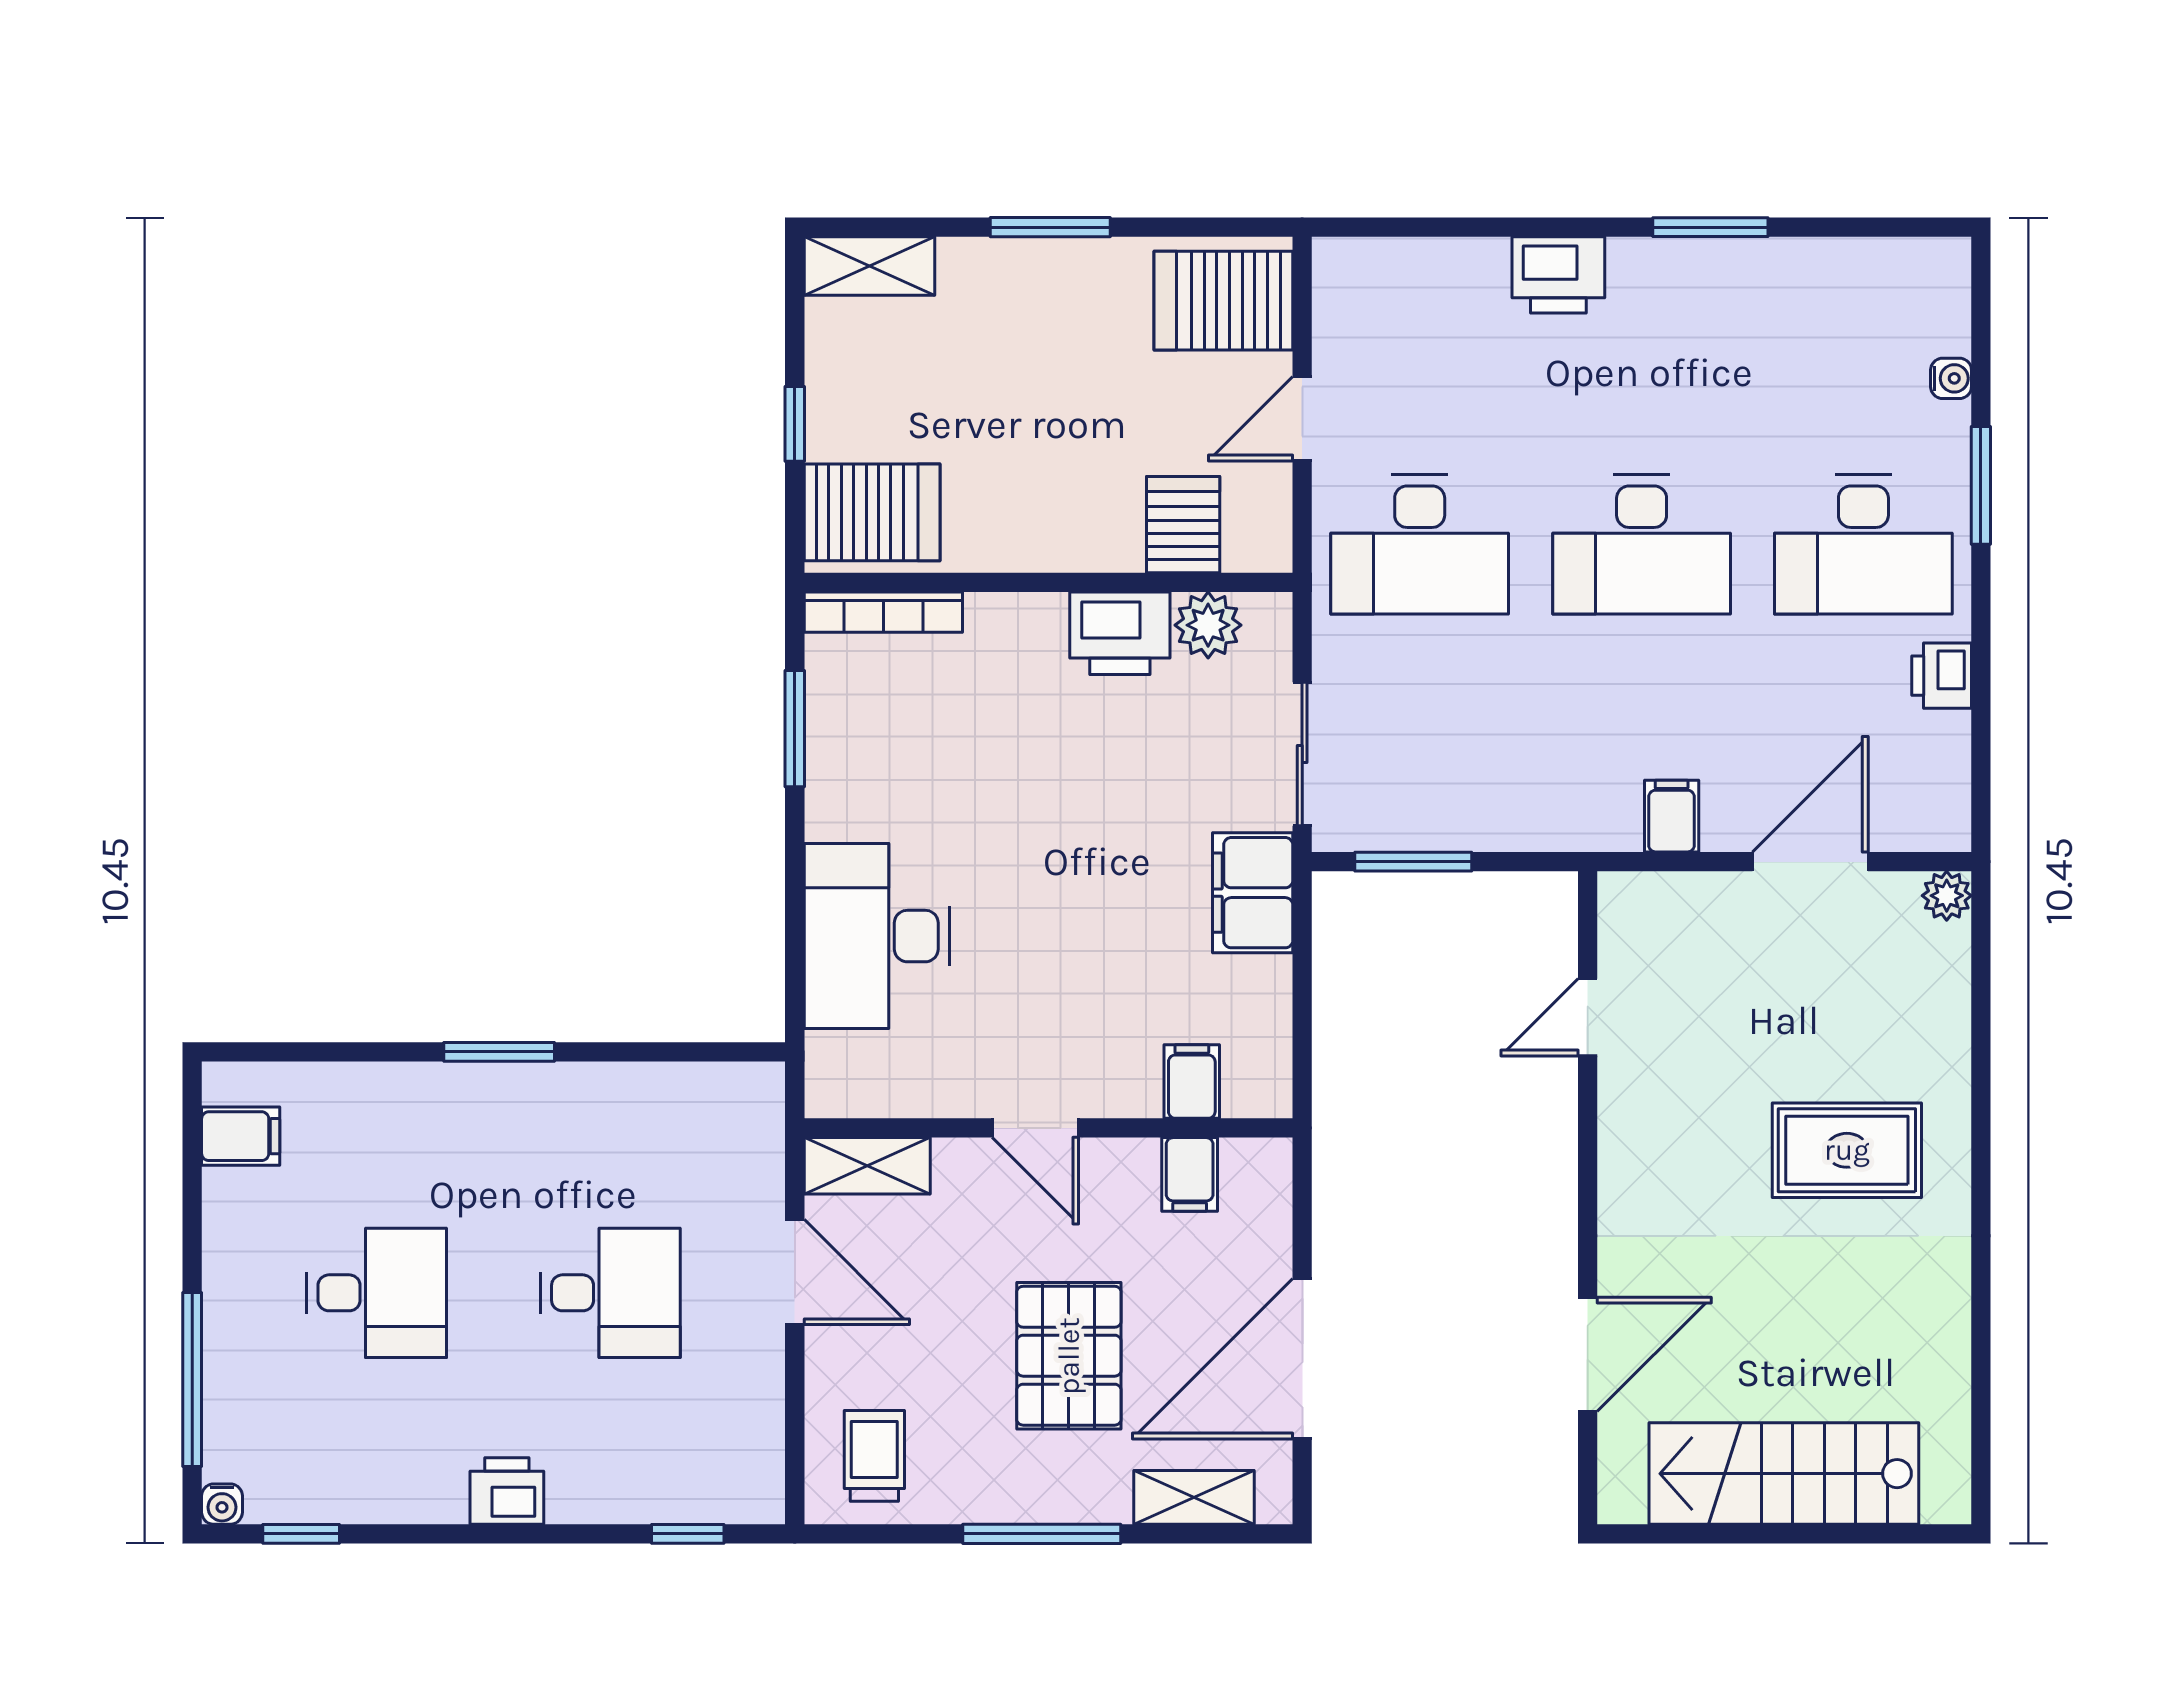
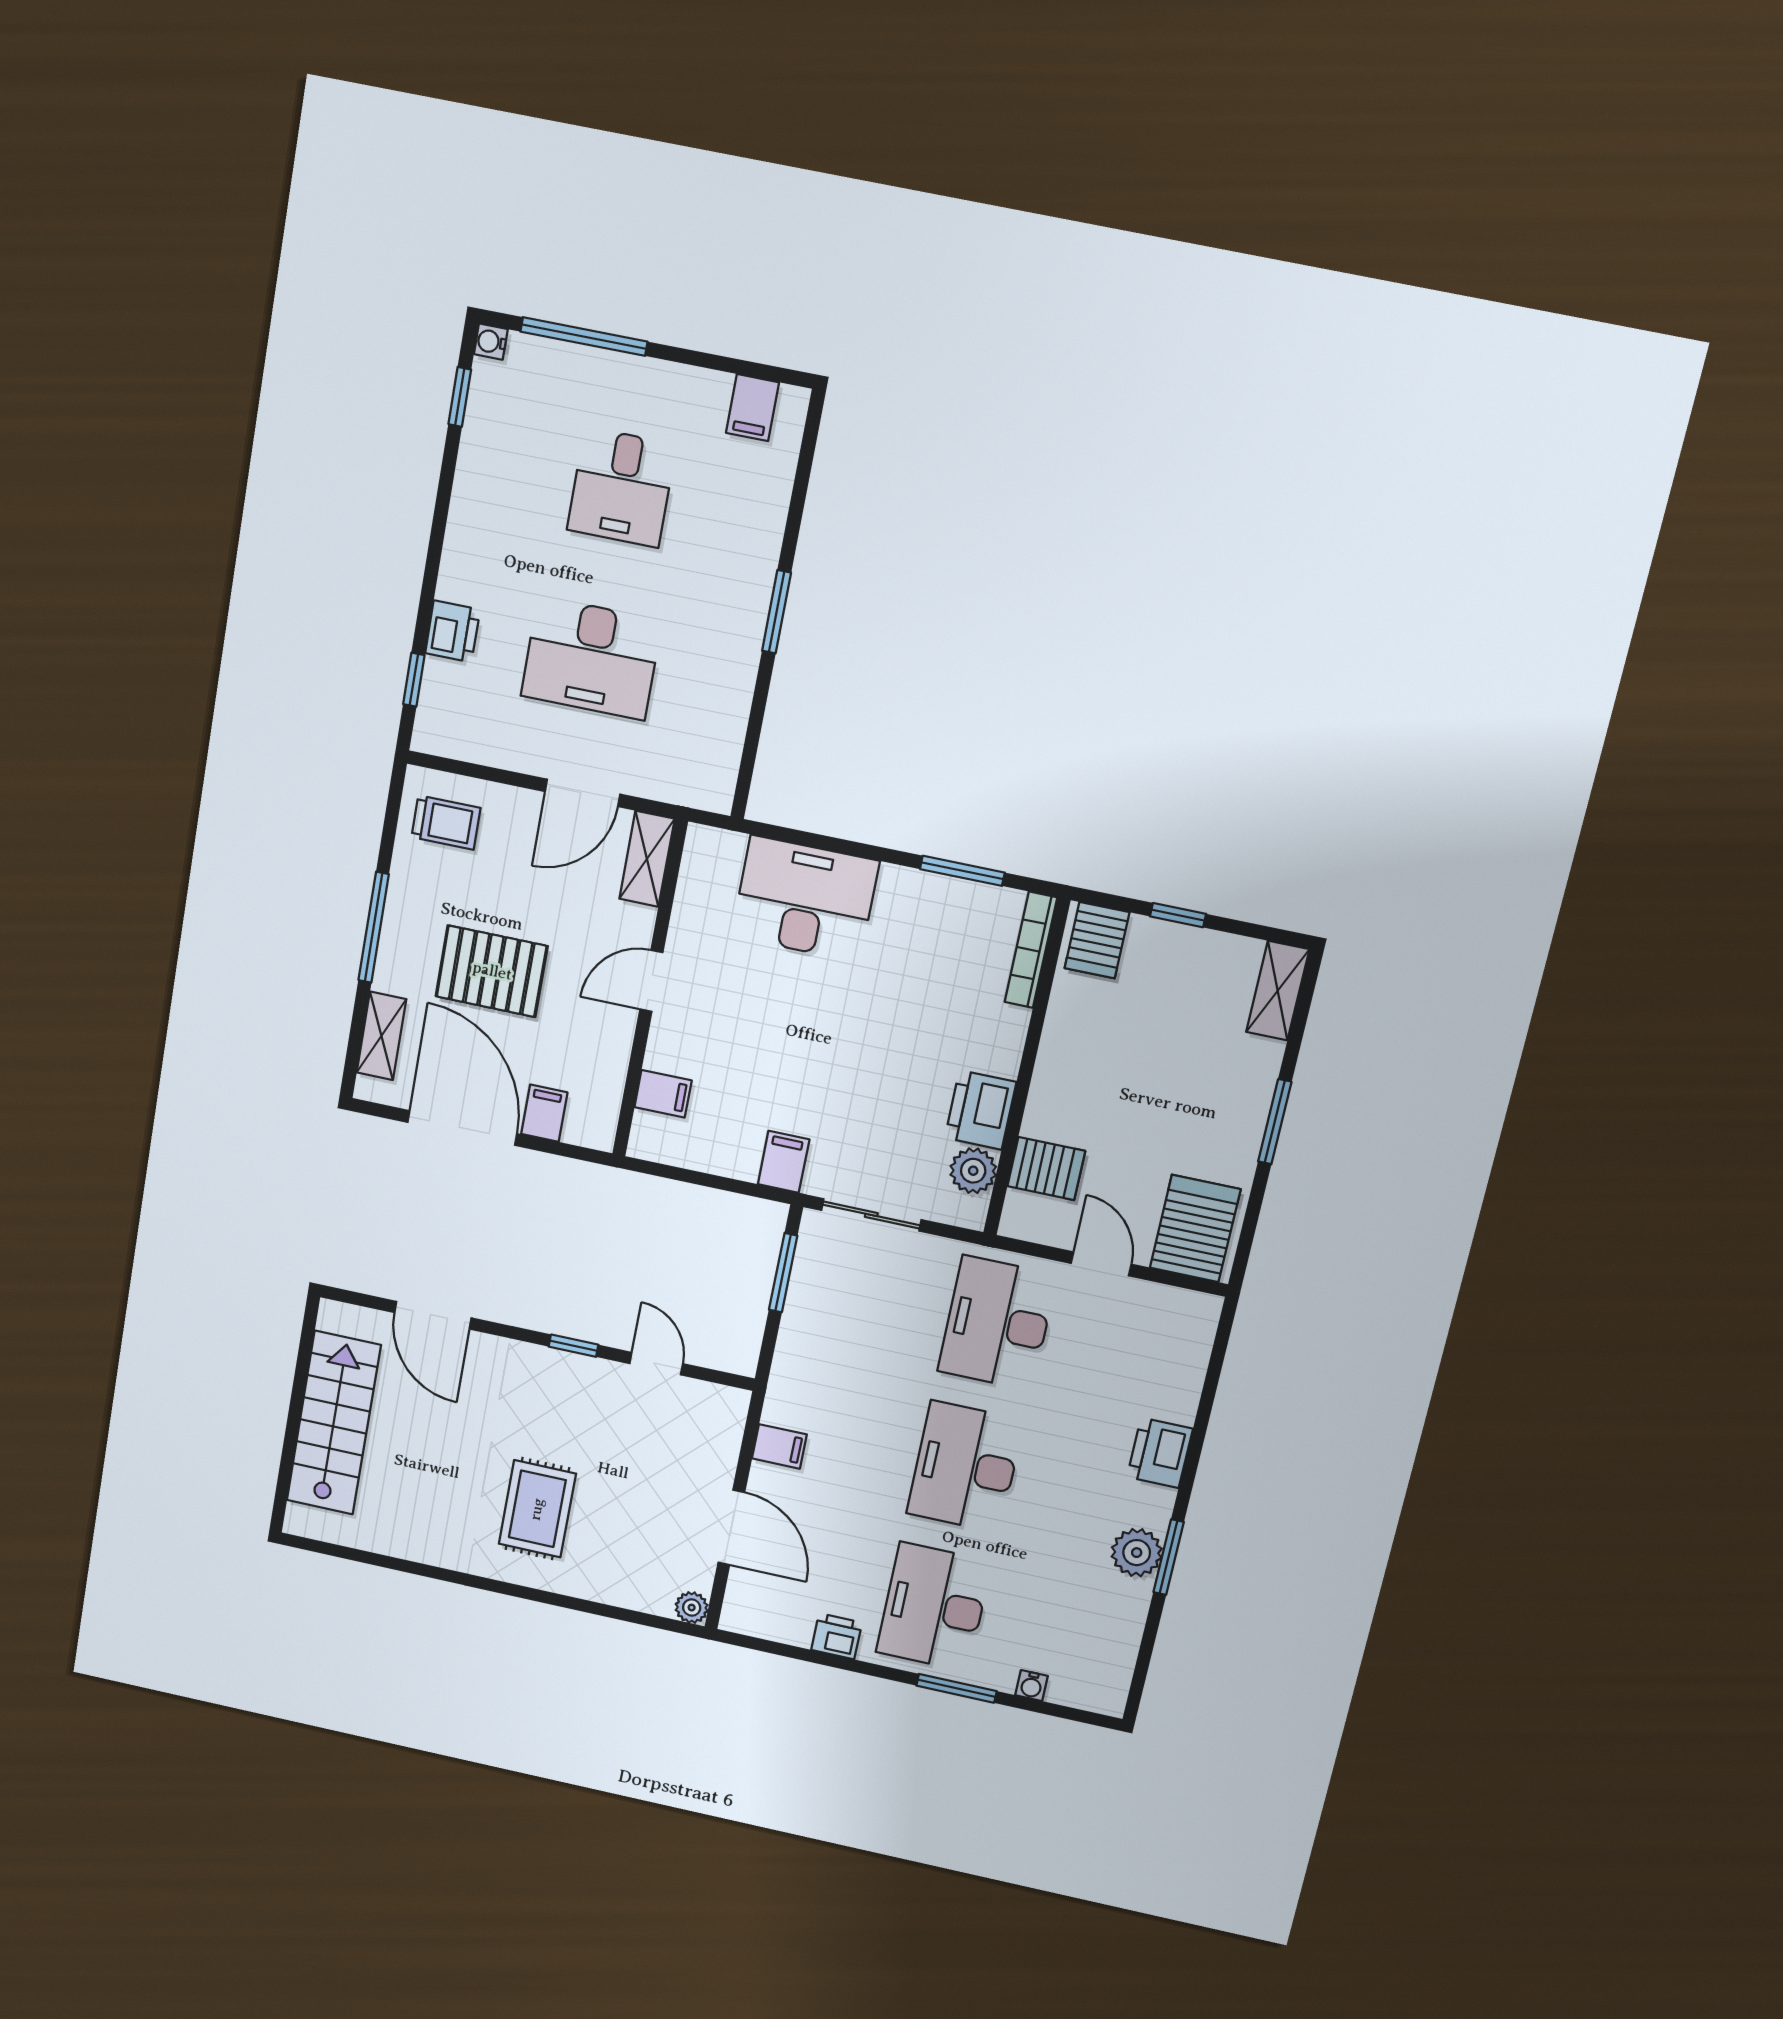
plant: (1714, 274) -> (1137, 1553), added
server rack: (872, 512) -> (1097, 940), width x0.73, depth x0.70
filing cabinet: (1253, 893) -> (784, 1162), width x0.50
window: (1588, 1142) -> (574, 1346), added
filing cabinet: (1190, 1174) -> (544, 1113), moved, turned 90
desk: (610, 1293) -> (591, 658), width x1.37
printer: (507, 1491) -> (453, 631), moved

